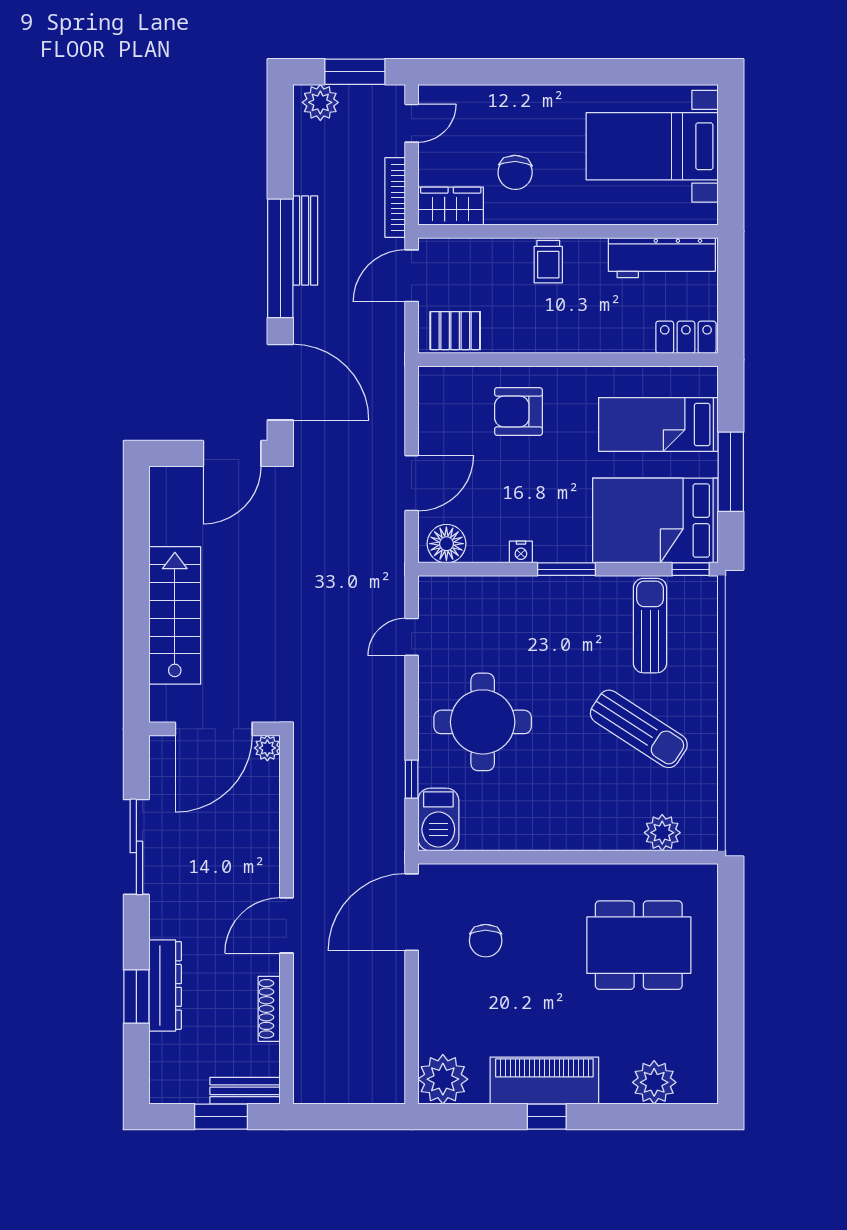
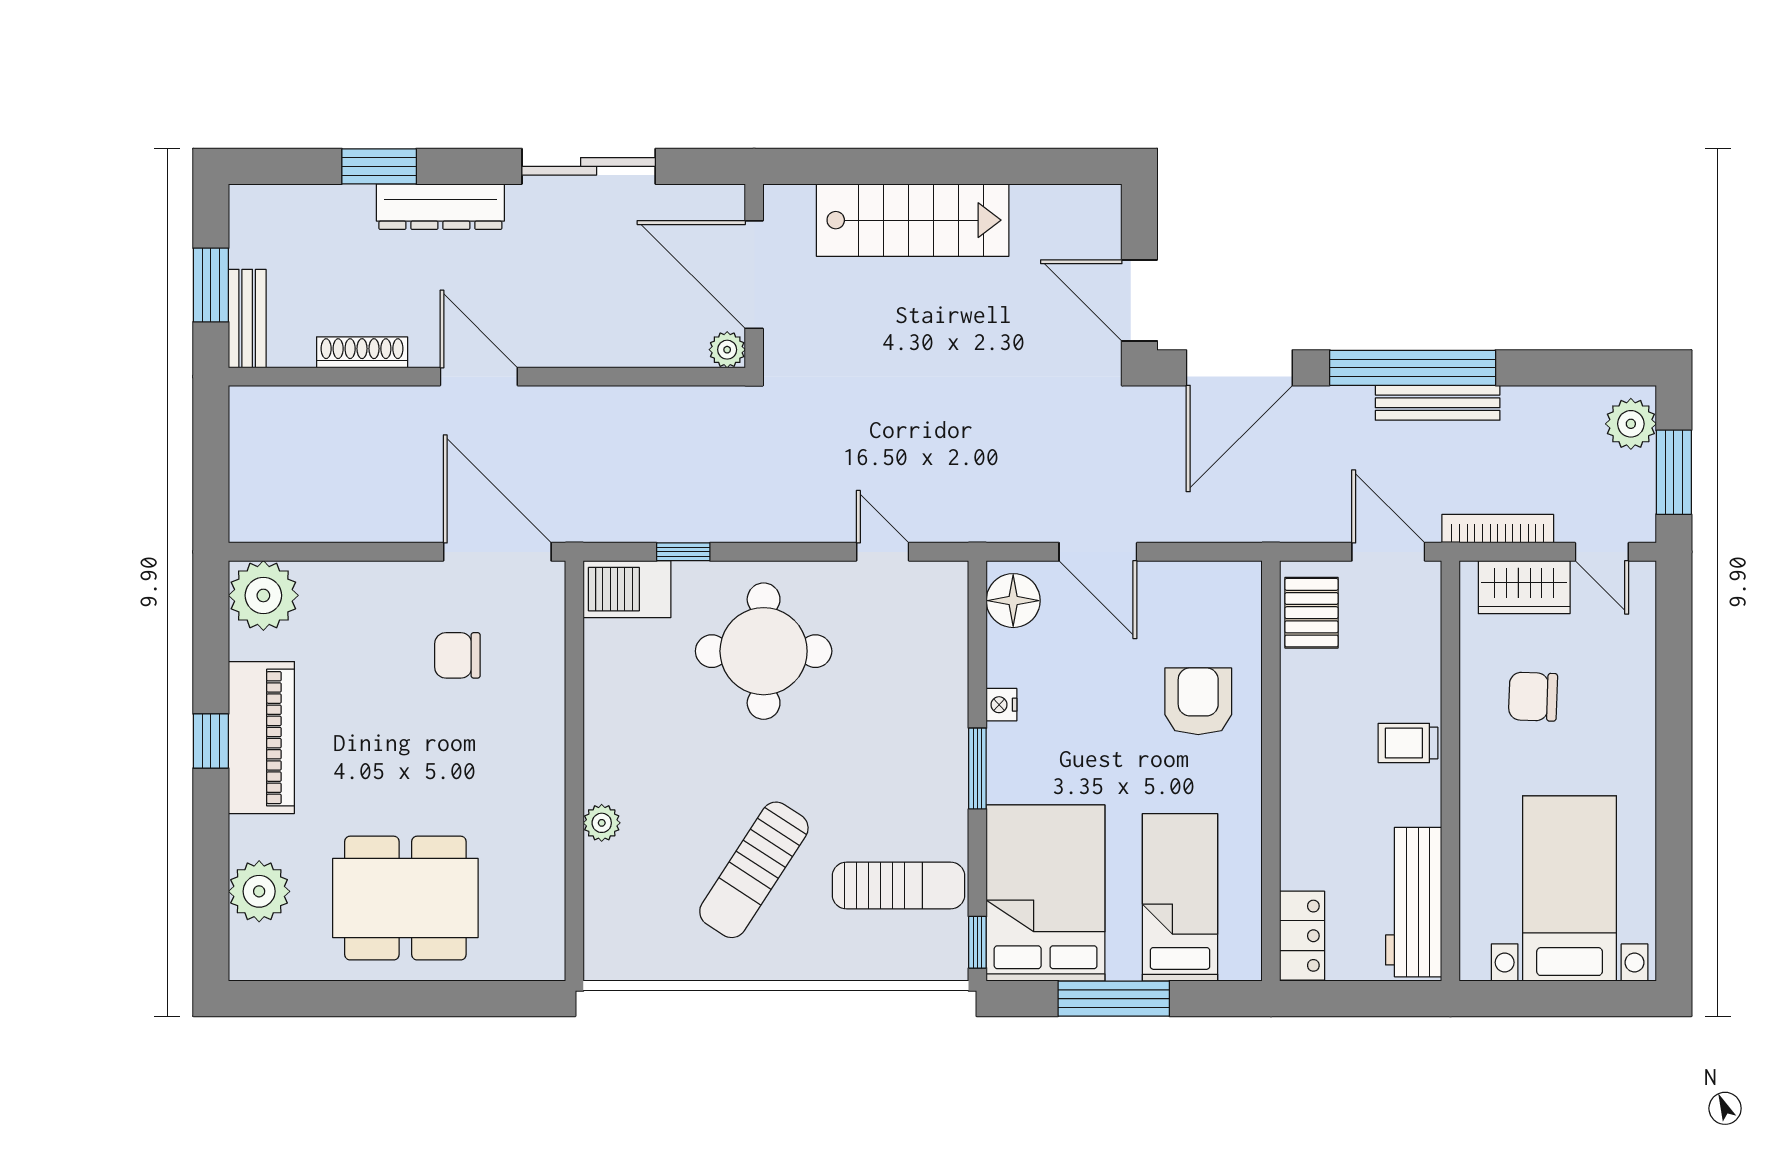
wardrobe: (451, 206) -> (1524, 587), moved, turned 90
plant: (662, 833) -> (602, 823), moved, width x0.73, depth x0.73
dining table: (639, 945) -> (405, 898), moved, turned 90
dresser: (165, 985) -> (440, 207), moved

